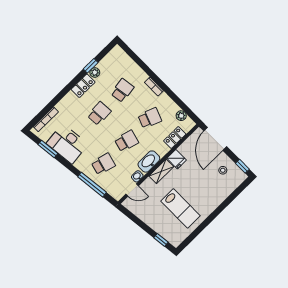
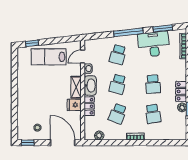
locker: (175, 138) -> (89, 106), moved
window: (92, 185) -> (128, 32), moved
lab bench: (181, 208) -> (49, 57), moved

